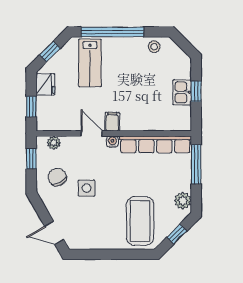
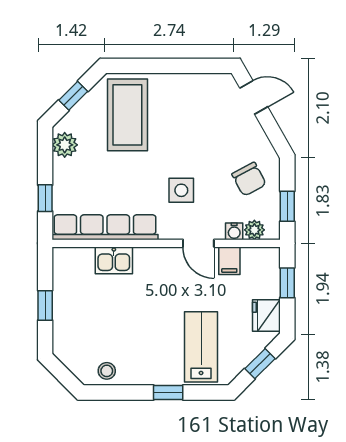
window: (112, 32) -> (168, 393), width x0.32
kitchen sink: (182, 92) -> (114, 260), moved, turned 90
filing cabinet: (112, 122) -> (229, 261), moved
water cooler: (112, 142) -> (234, 231), moved
window: (196, 164) -> (45, 198), width x0.46
side table: (86, 188) -> (181, 190), moved

